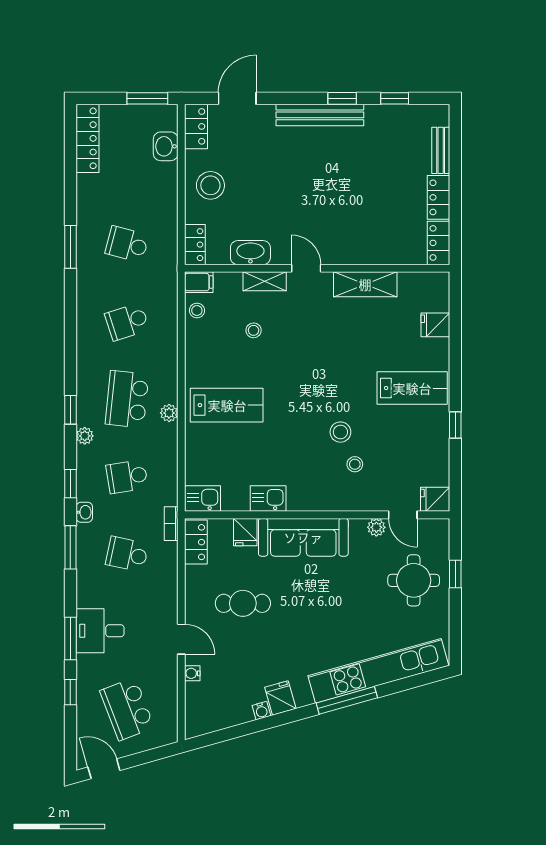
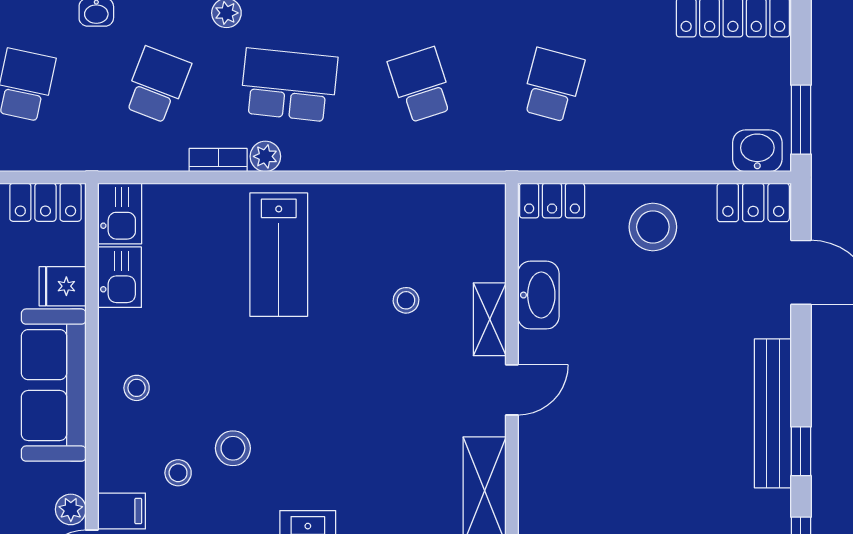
washbasin: (166, 146) -> (757, 151), moved
filing cabinet: (199, 282) -> (122, 511), moved, turned -90
stool: (197, 310) -> (137, 388), moved
school desk: (127, 477) -> (157, 85), turned 30
kitchen sink: (268, 499) -> (120, 277), moved
bookcase: (171, 524) -> (218, 160), moved

